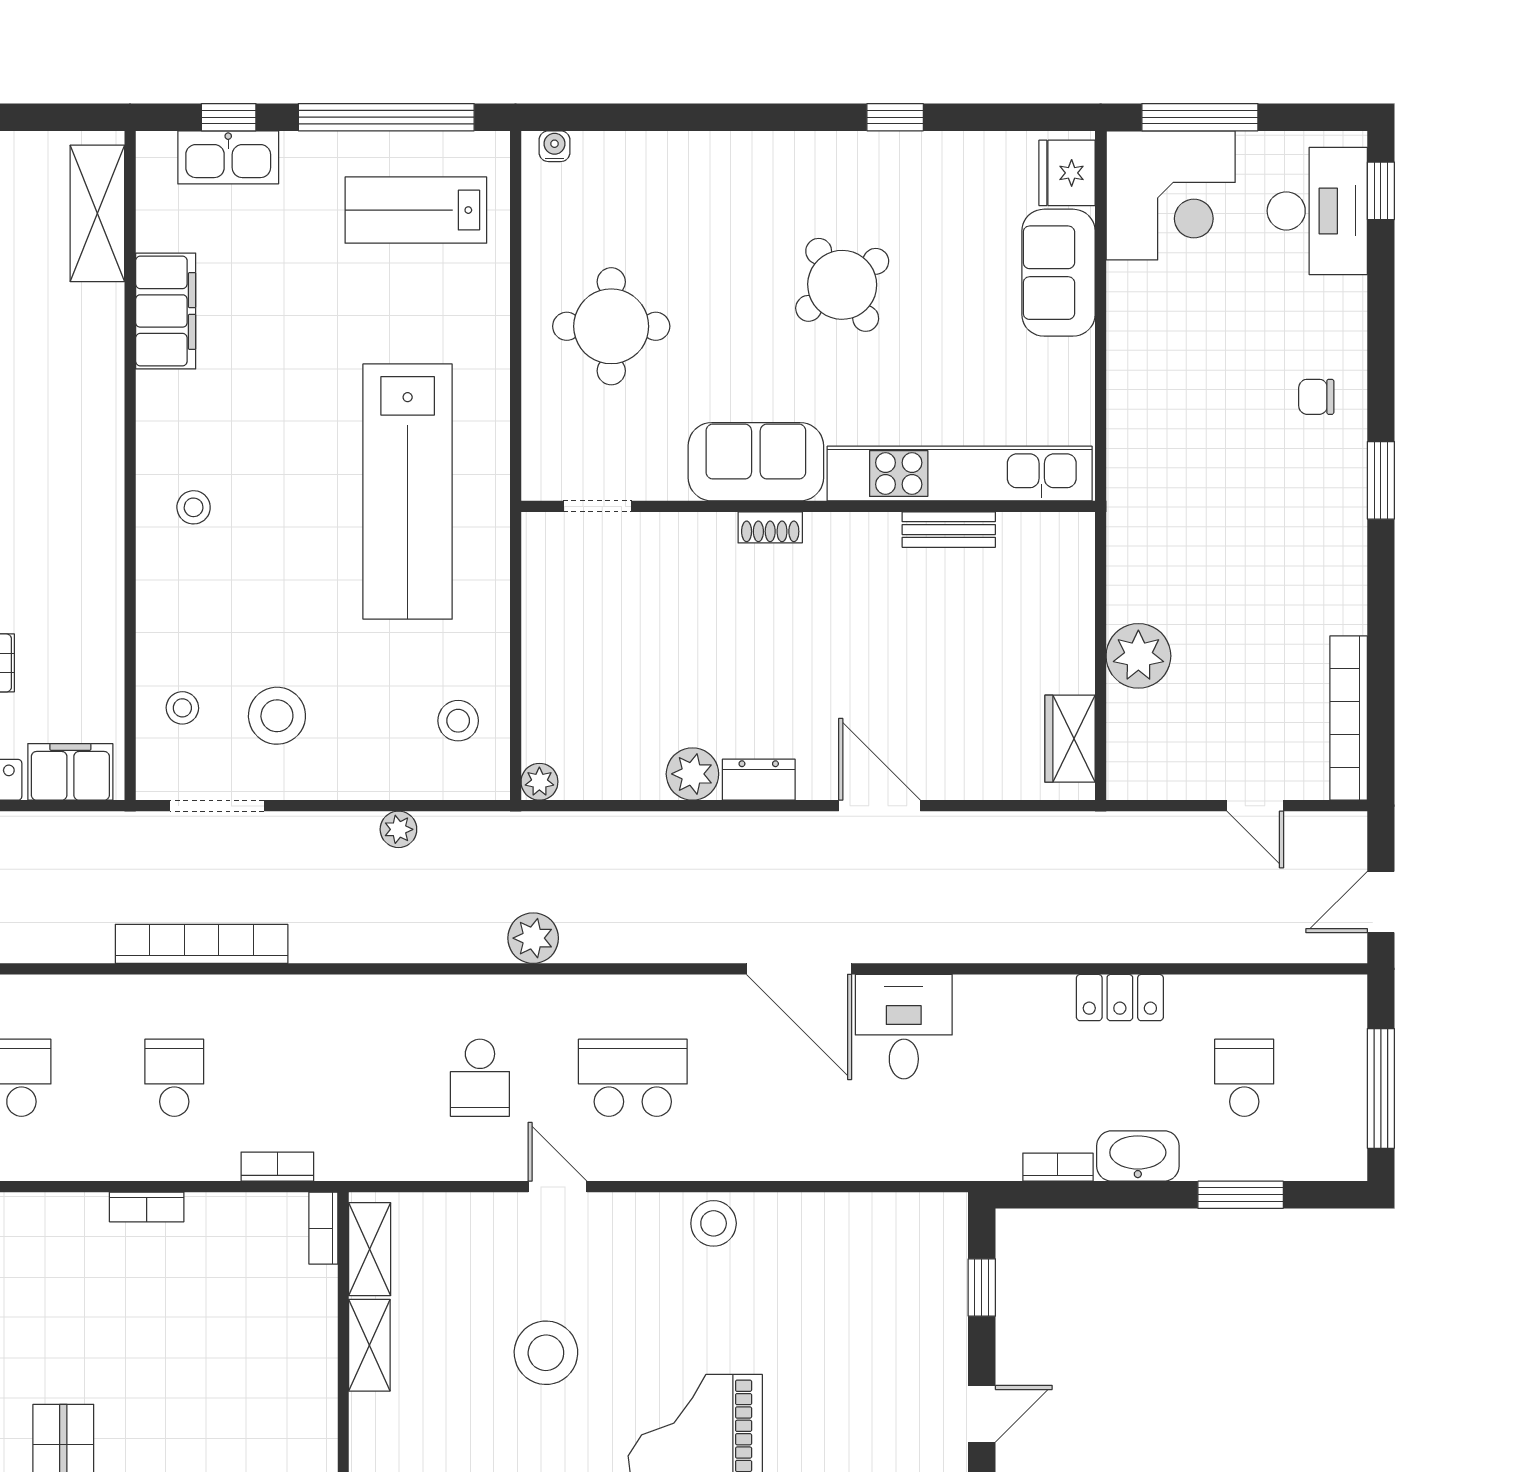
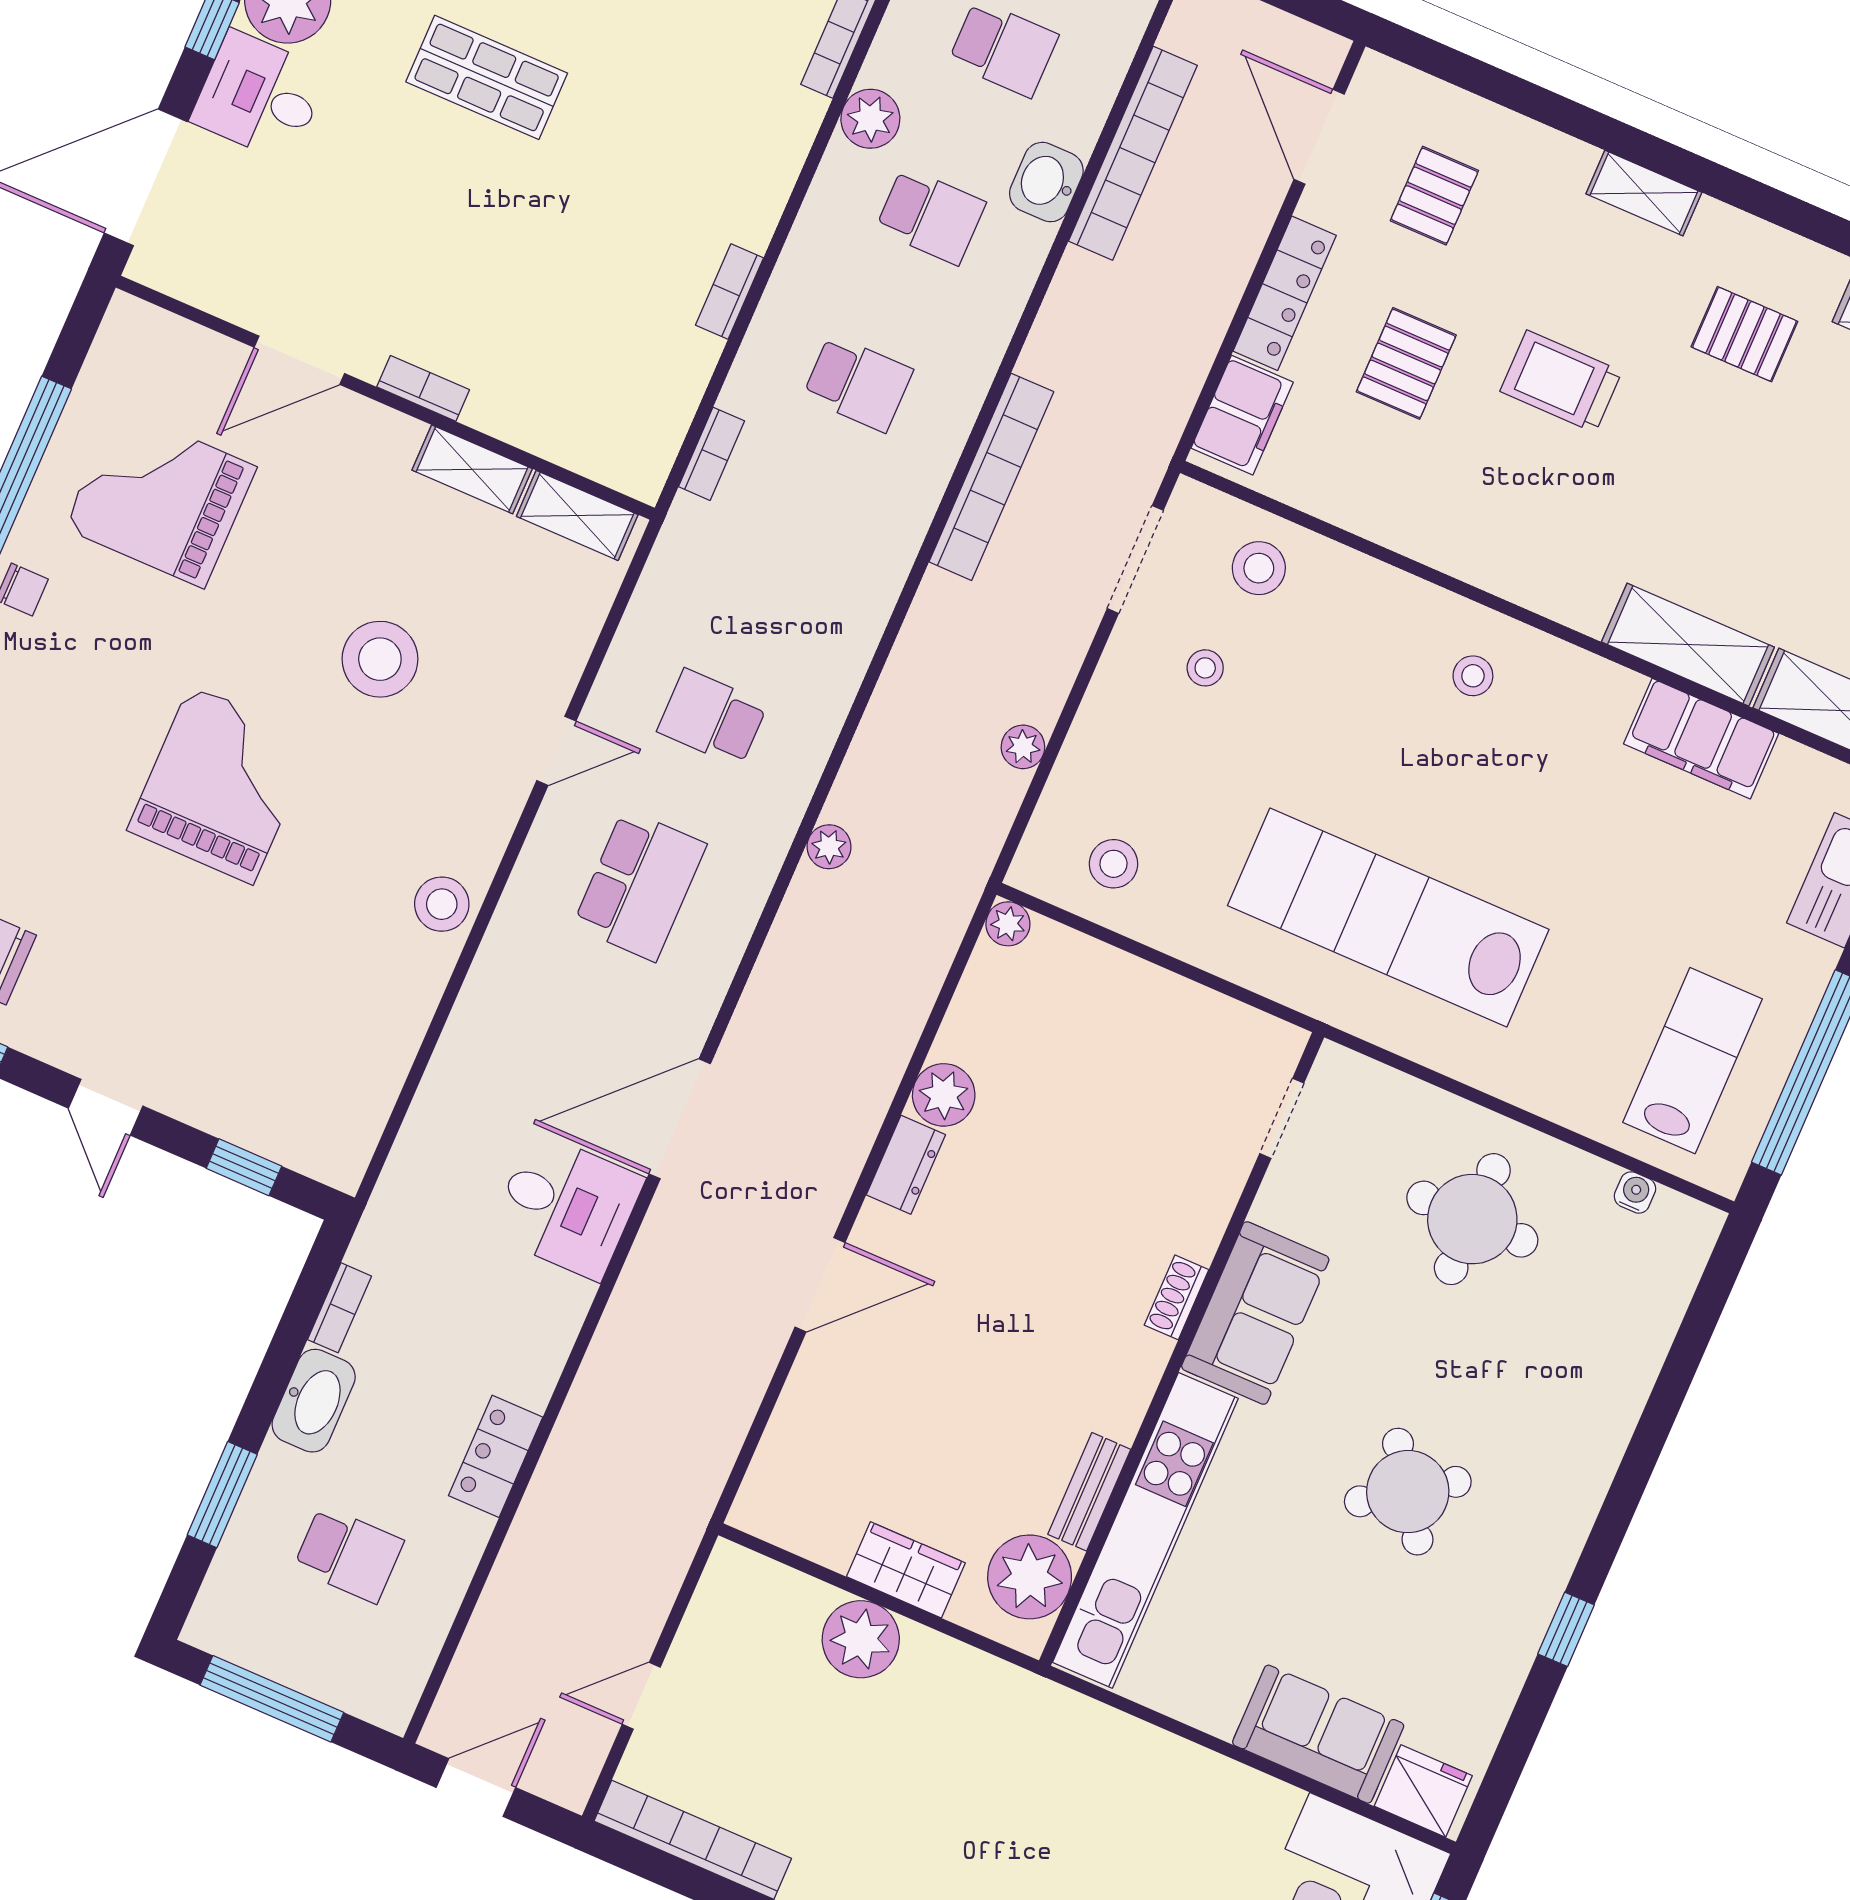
water cooler: (555, 146) -> (1635, 1192), moved, turned -90
shelving: (98, 353) -> (1688, 645), added
plant: (1034, 547) -> (1030, 1577), added
stool: (182, 708) -> (1259, 568), width x1.37, depth x1.37
stool: (277, 716) -> (1205, 668), width x0.53, depth x0.53
wardrobe: (1070, 739) -> (906, 1570), moved
door: (1381, 902) -> (476, 1787), hinge flipped
plant: (533, 938) -> (829, 847), width x0.73, depth x0.73
bookcase: (323, 1228) -> (423, 388), moved

